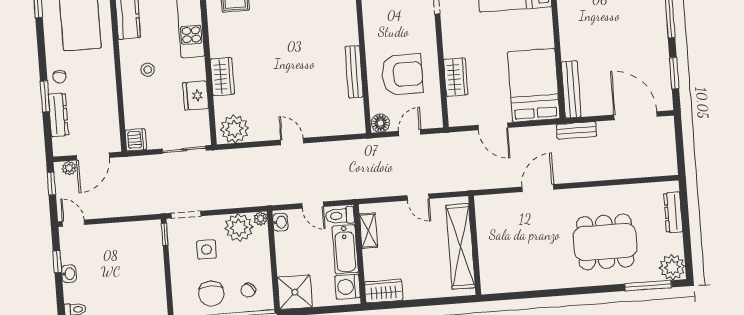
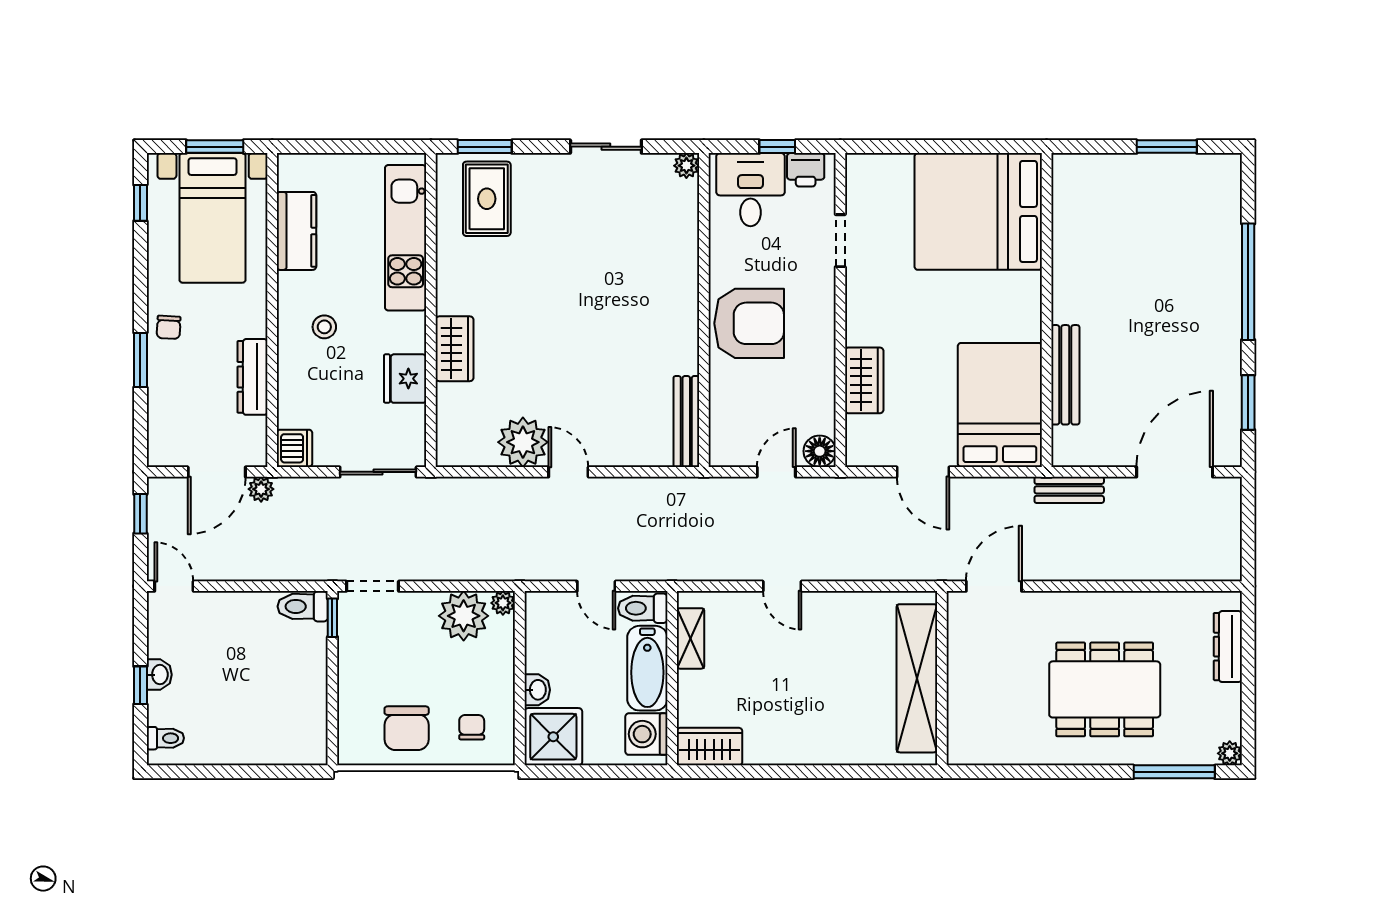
bench: (354, 72) -> (686, 422), moved
armchair: (402, 74) -> (749, 323), moved
bench: (571, 89) -> (1065, 375), moved
dresser: (58, 115) -> (253, 377), moved, turned 180
door: (636, 116) -> (1175, 472), hinge flipped
floor lamp: (380, 123) -> (820, 451), moved
plant: (234, 129) -> (523, 442), moved
plant: (69, 168) -> (261, 489), moved
washbasin: (280, 222) -> (537, 690), moved
toilet: (147, 229) -> (303, 606), added
wall: (475, 245) -> (942, 678), moved
shelving: (461, 246) -> (917, 678), moved
side table: (206, 250) -> (404, 650), removed
window: (57, 262) -> (140, 685), moved
plant: (672, 267) -> (1230, 753), width x0.53, depth x0.53
chair: (248, 290) -> (472, 727), turned 134

